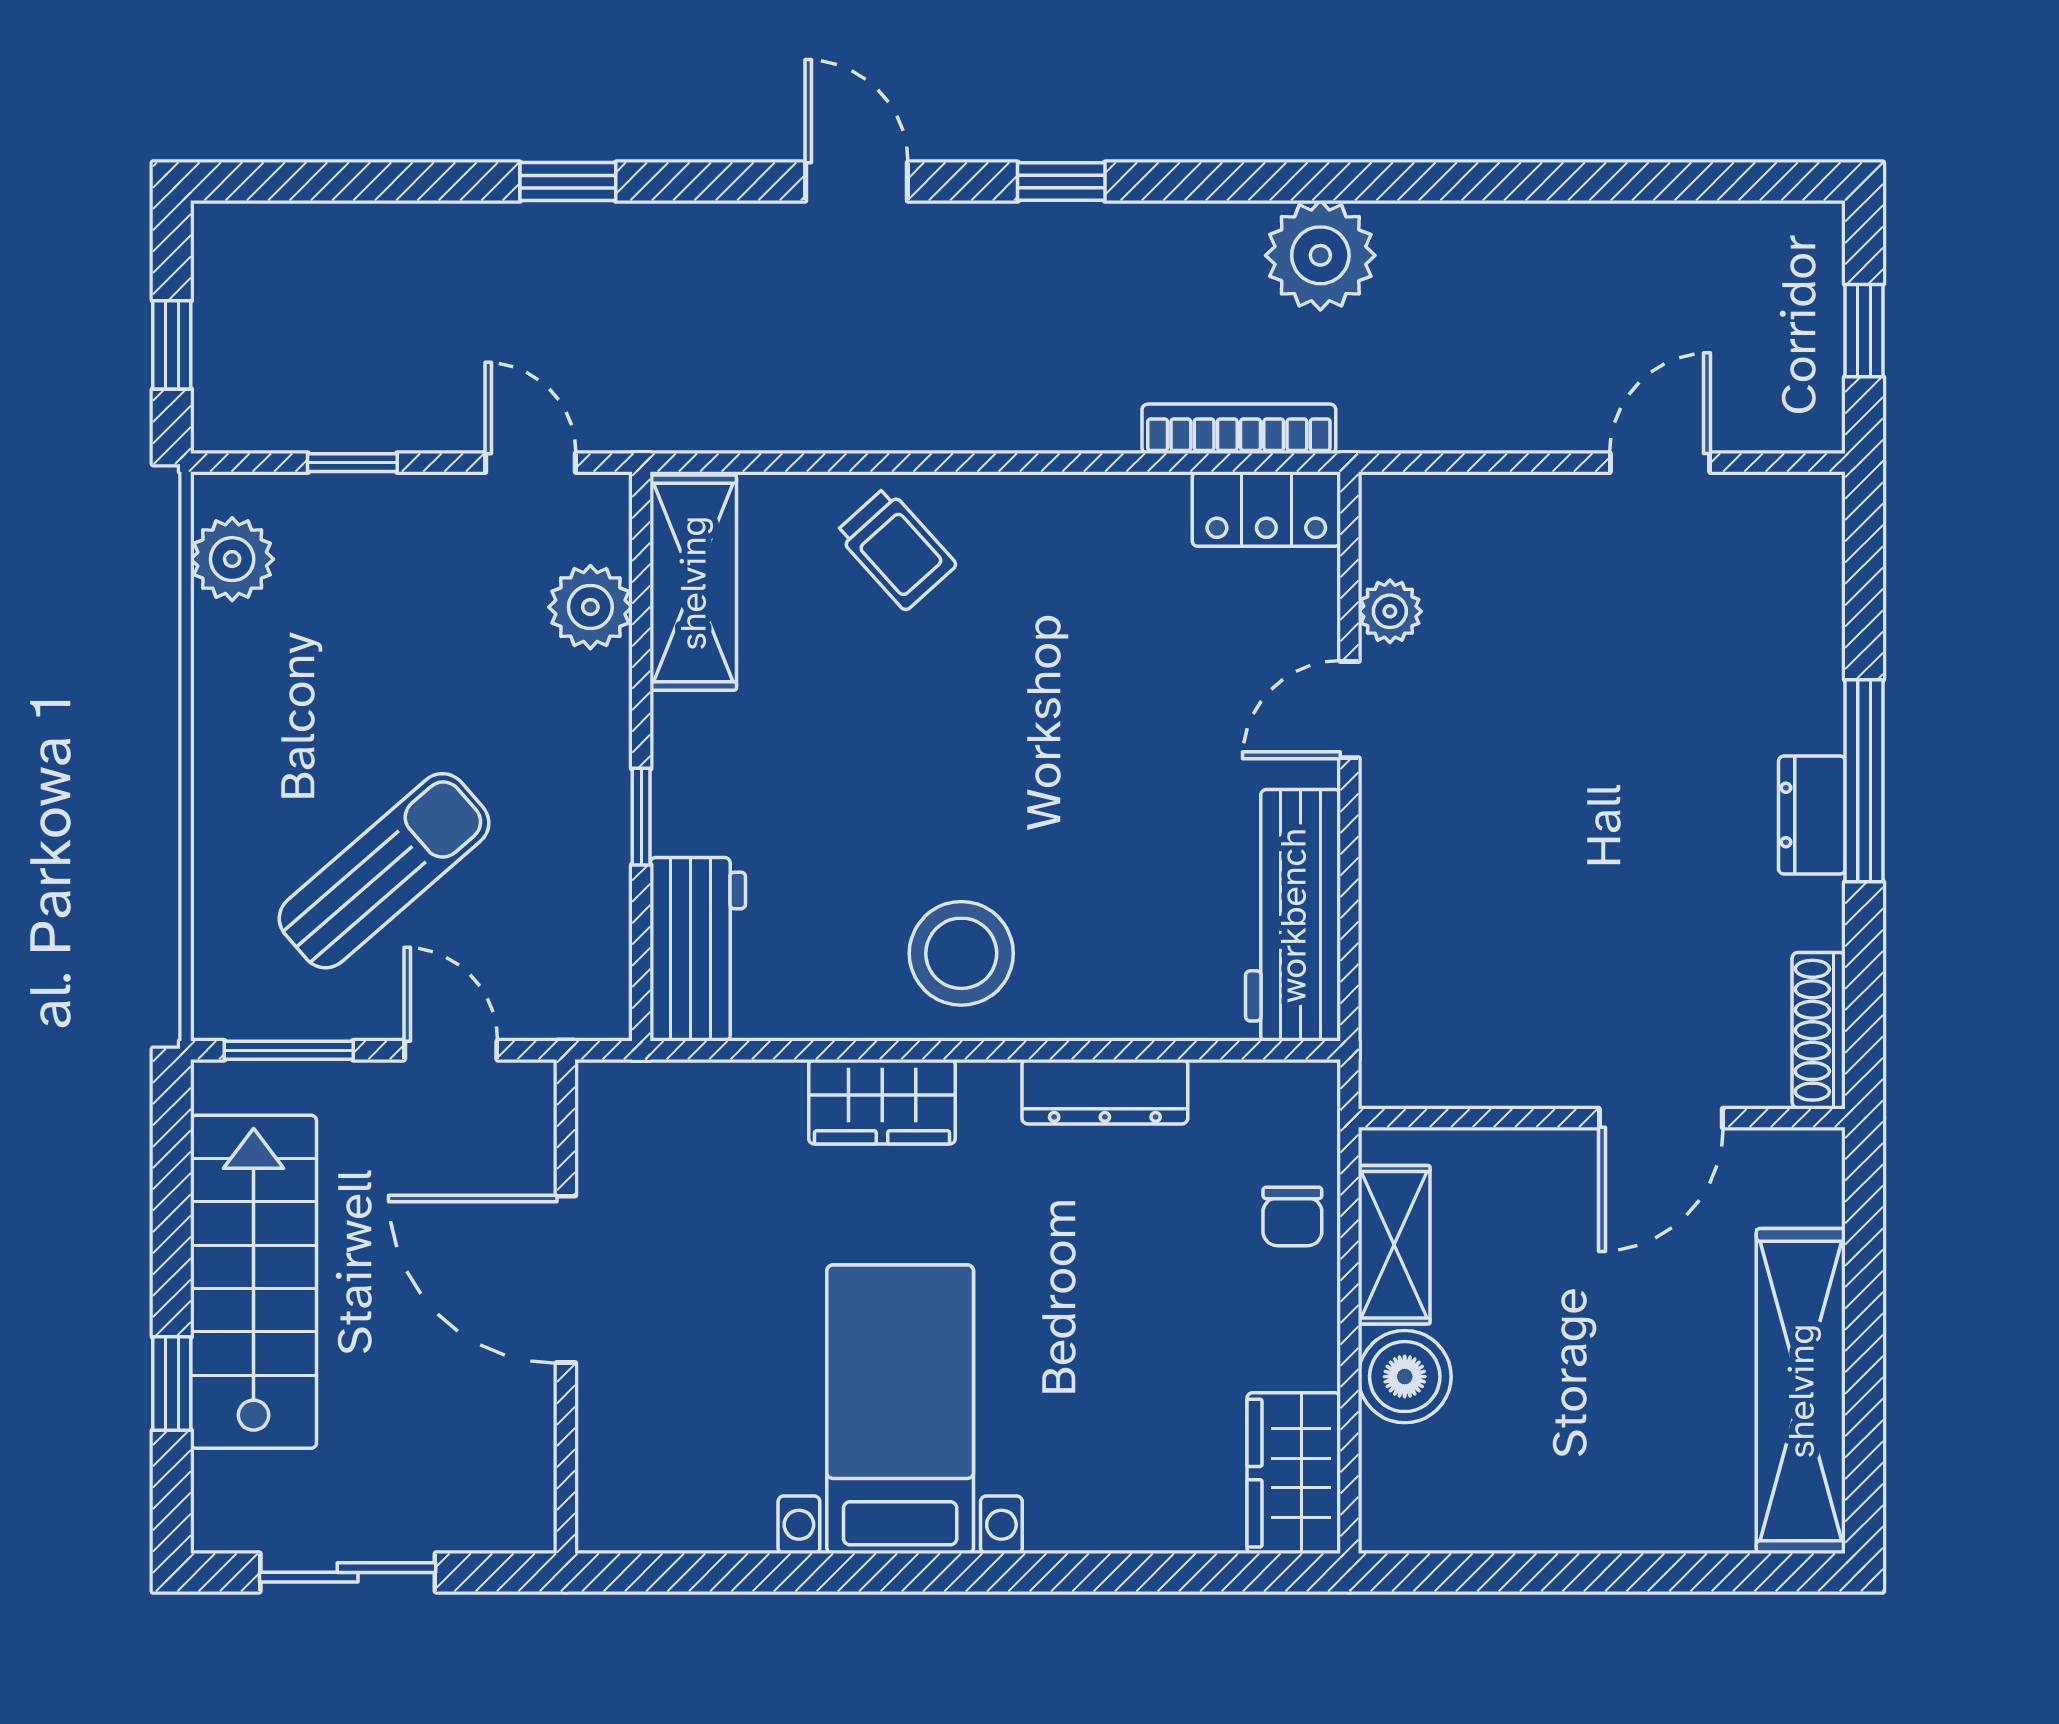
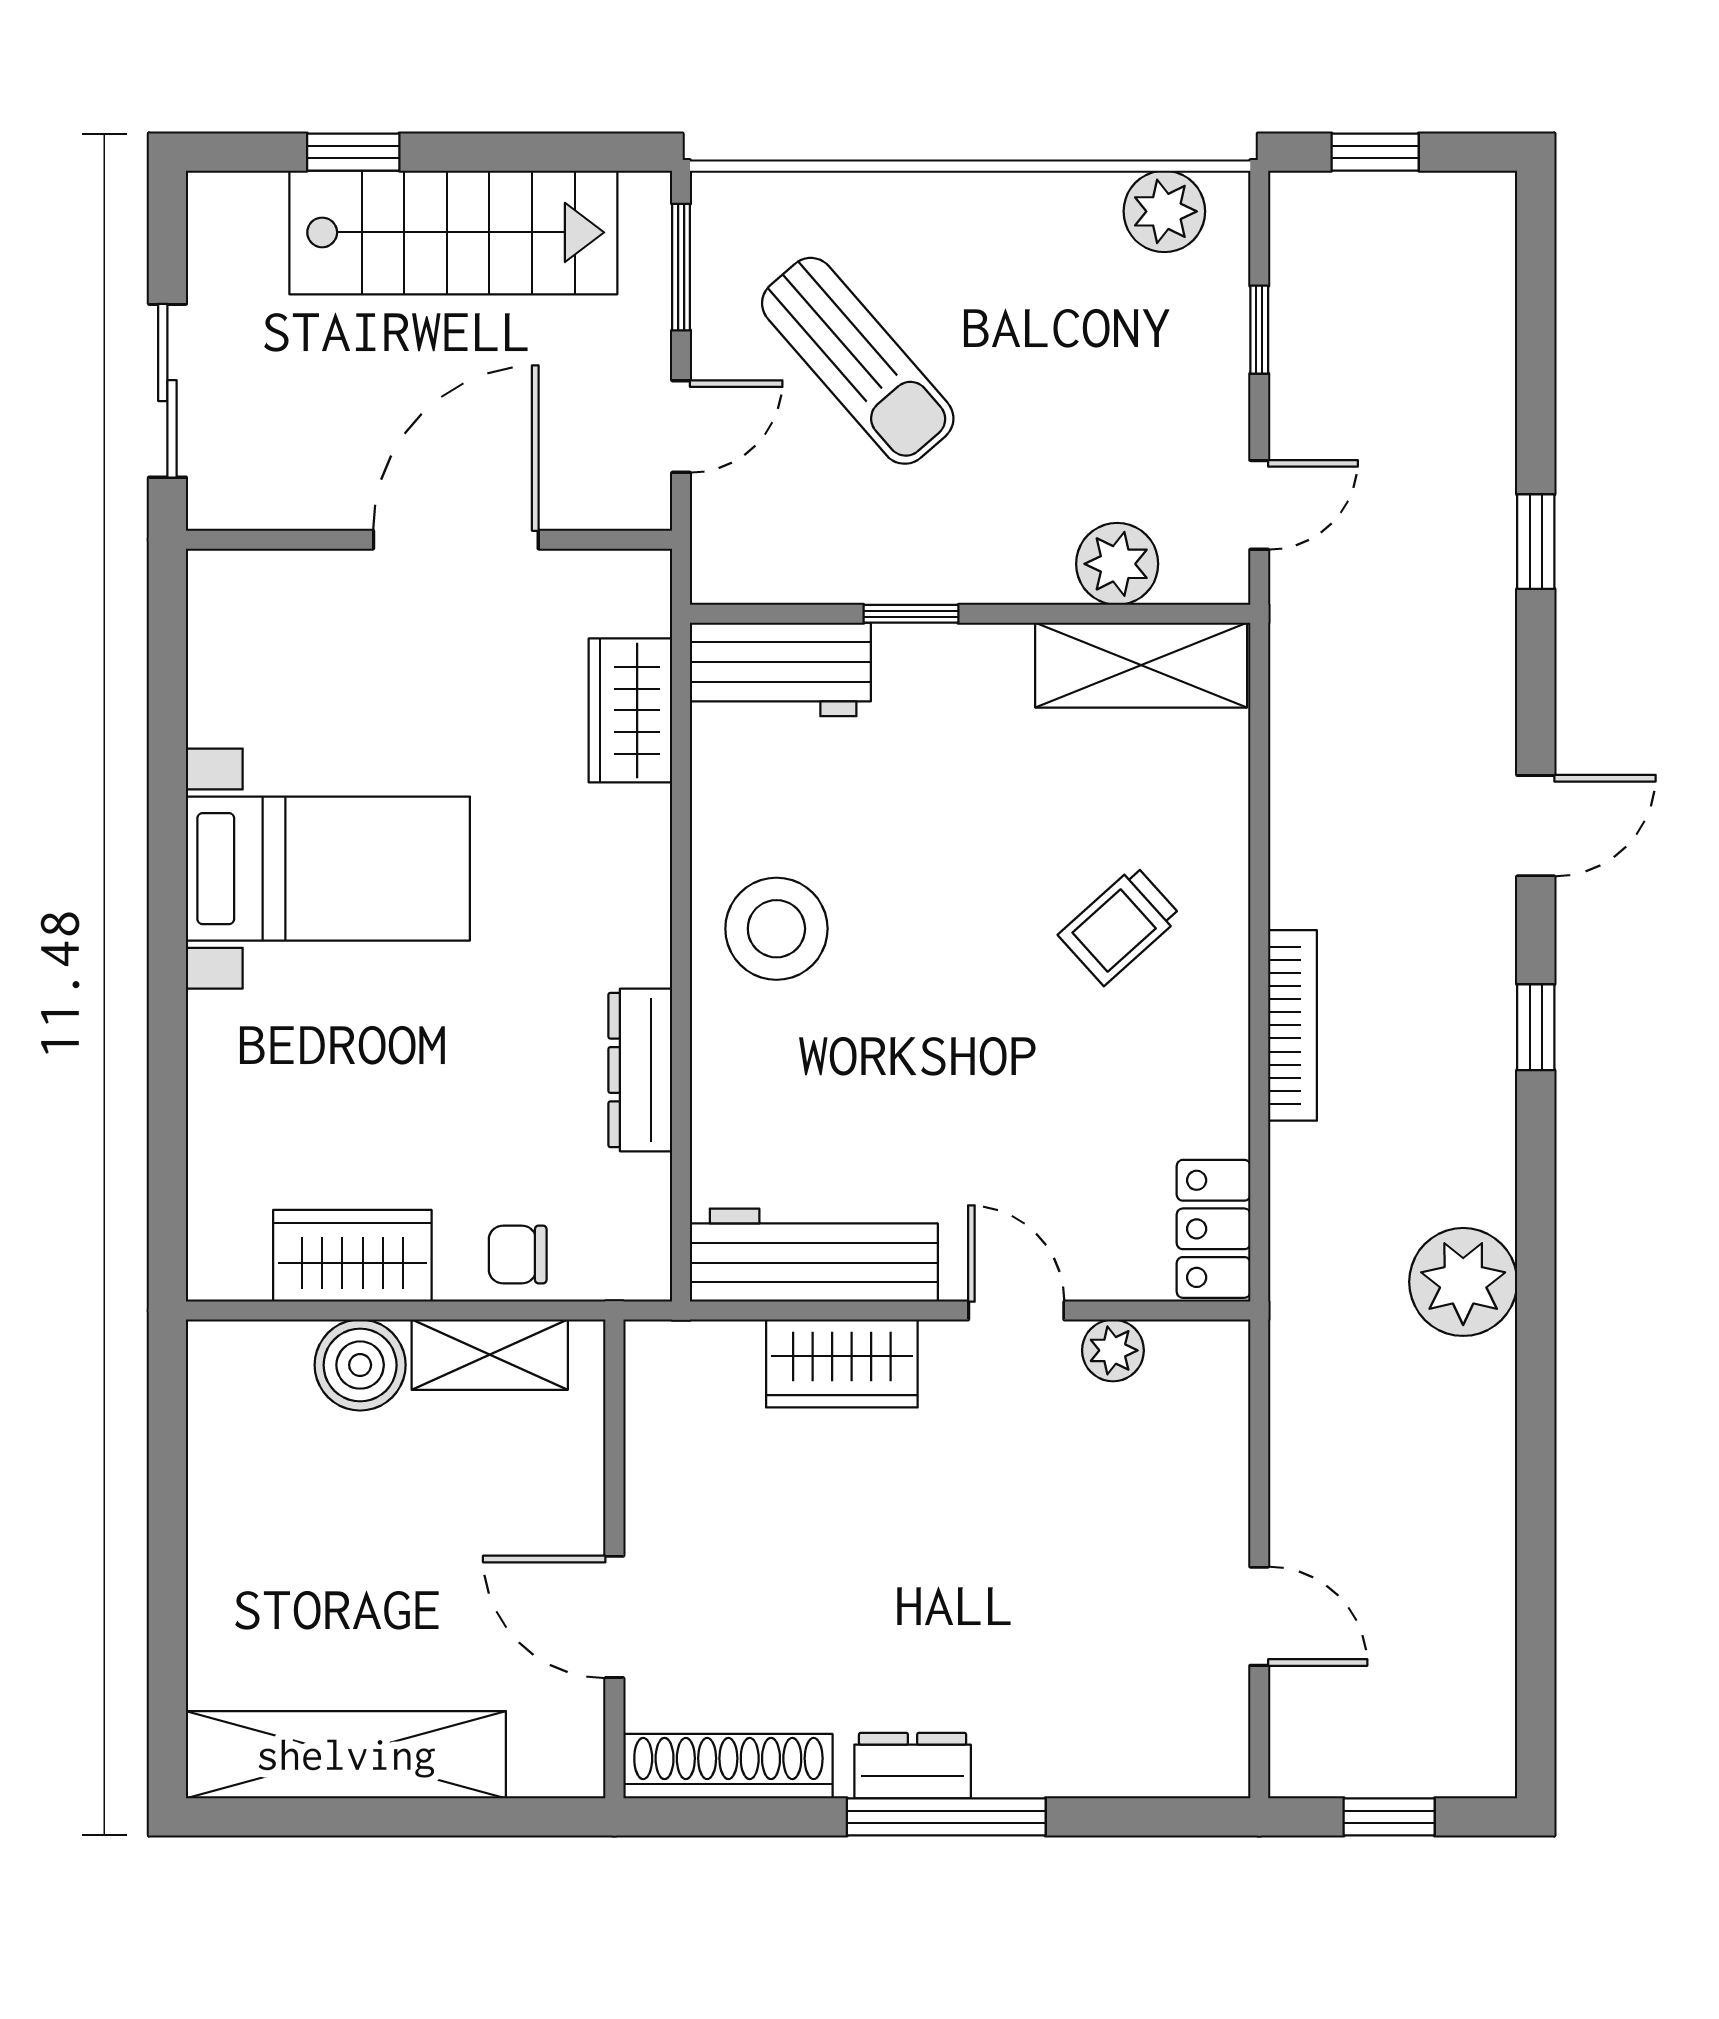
bookcase: (1239, 429) -> (1293, 1025), moved
trolley: (896, 549) -> (1120, 926), moved
wardrobe: (1403, 887) -> (842, 1363), added
shoe rack: (1819, 1030) -> (728, 1766), width x1.36, depth x1.24
wardrobe: (882, 1102) -> (630, 710), moved
wardrobe: (1294, 1473) -> (352, 1256), moved
sliding door: (348, 1572) -> (167, 391), moved

